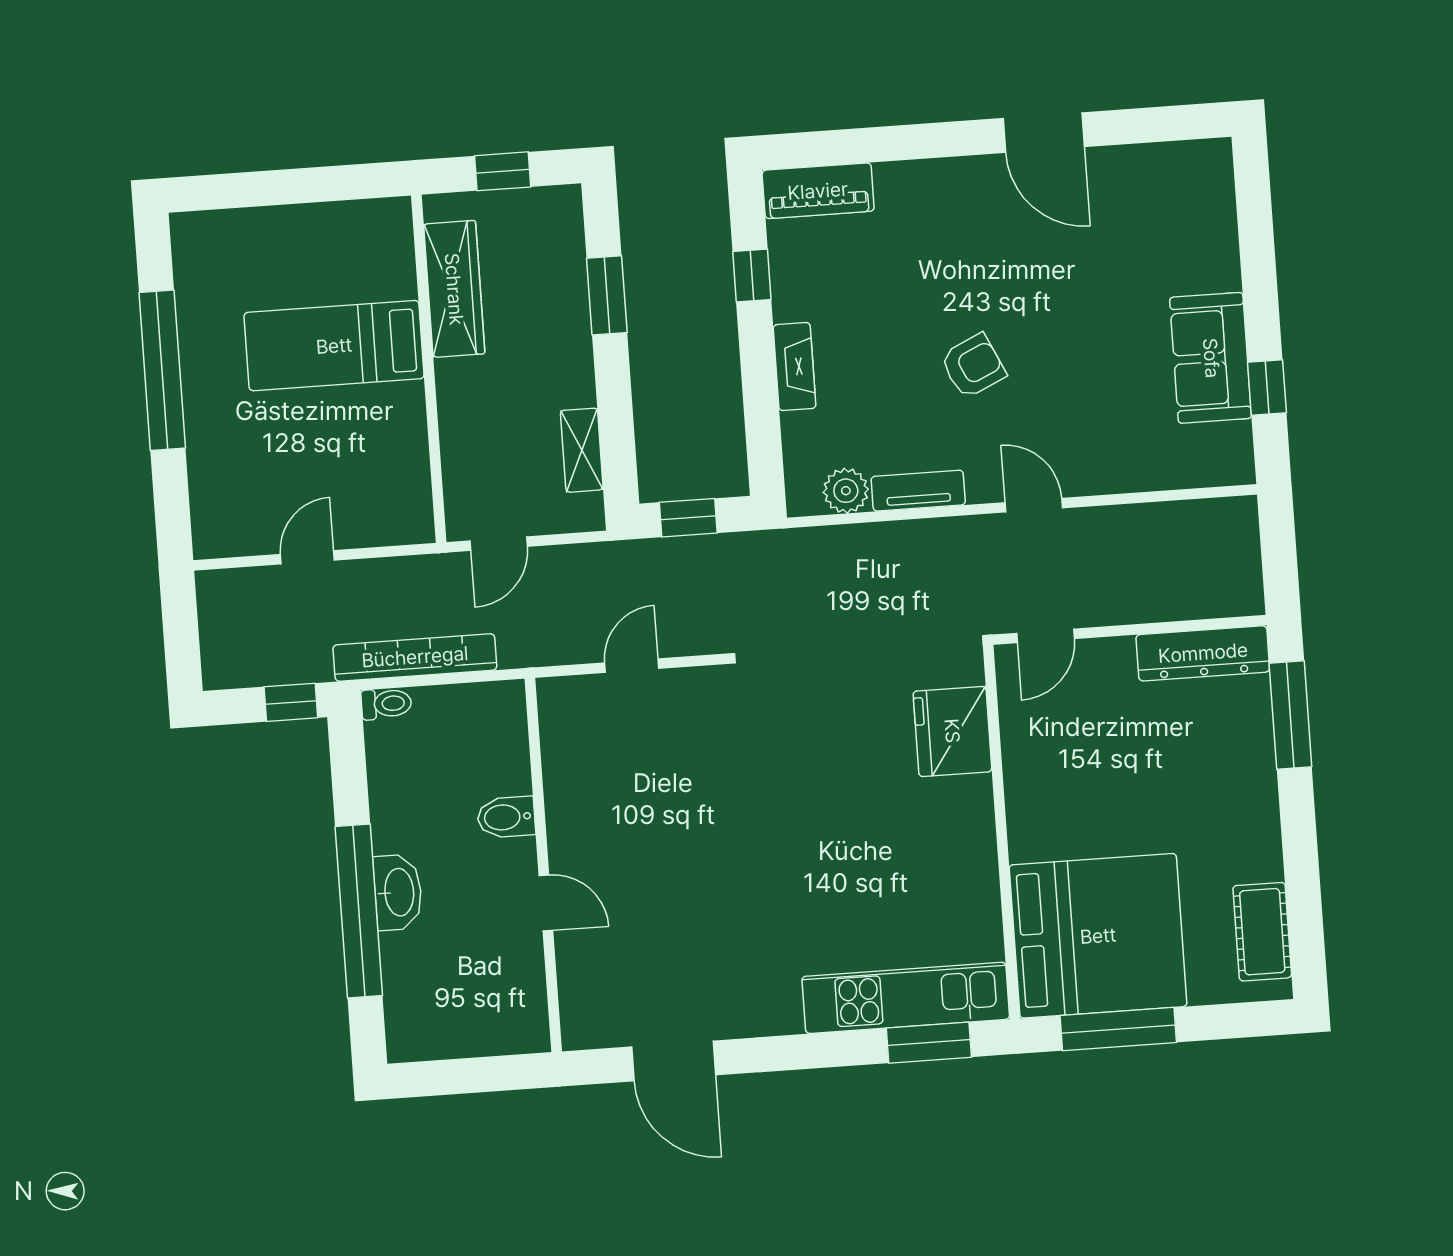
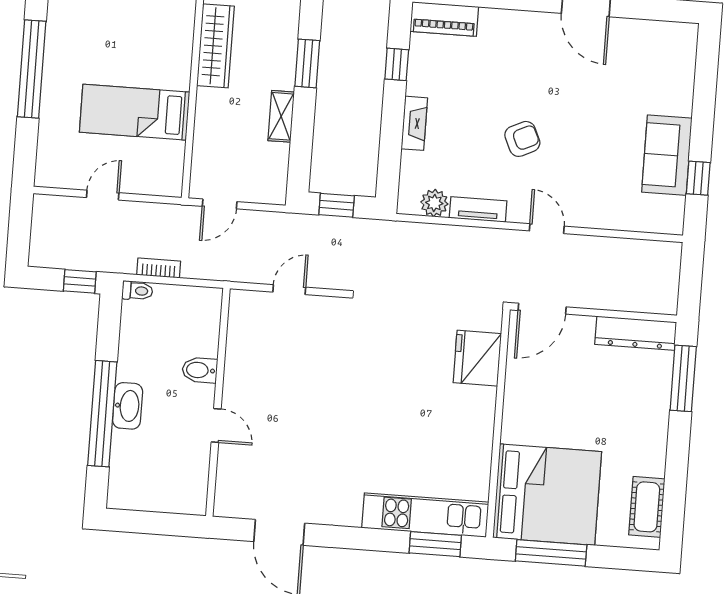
bed: (334, 346) -> (135, 112), moved
shelving: (582, 450) -> (281, 116), moved
door: (1046, 636) -> (542, 309), width x1.38
bookcase: (415, 657) -> (159, 268), width x0.43, depth x0.76

